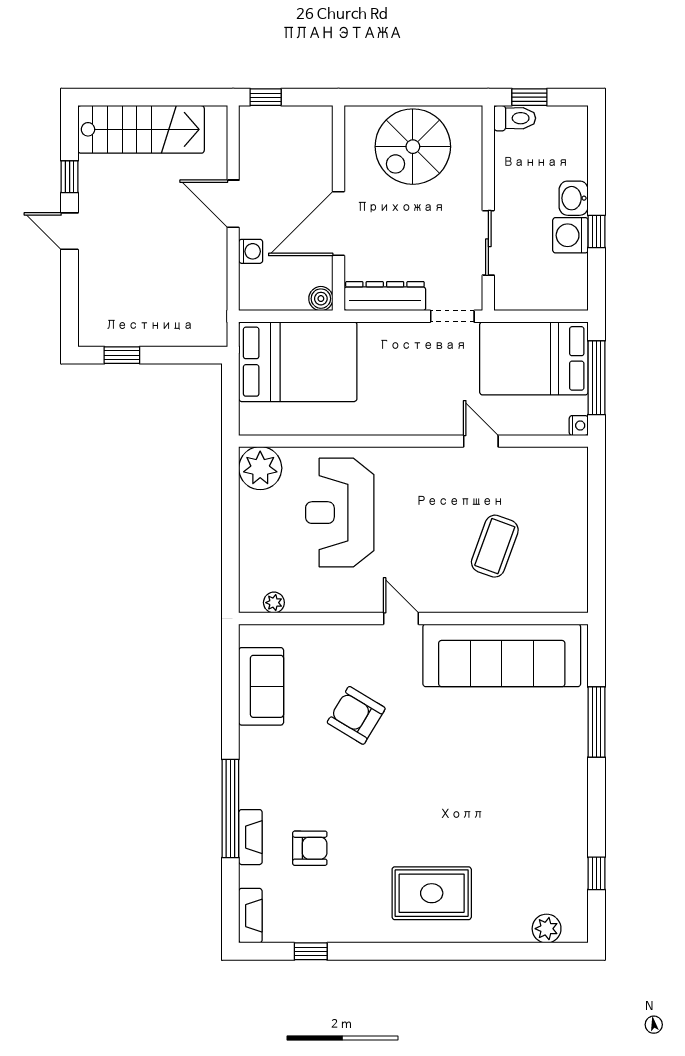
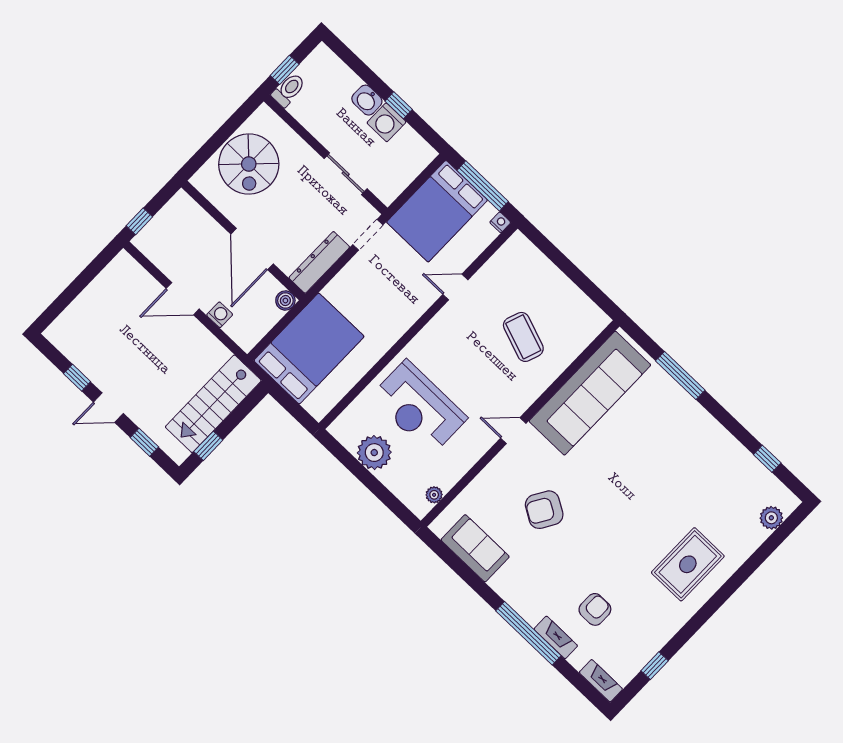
stairs: (141, 129) -> (213, 404), moved, turned 180
window: (70, 294) -> (144, 442), added
plant: (260, 468) -> (374, 453), moved

